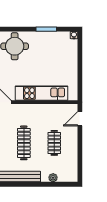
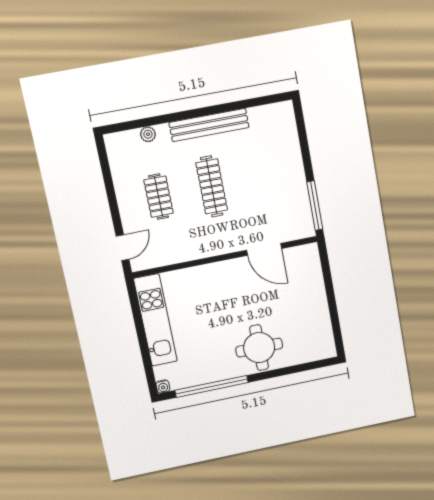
window: (46, 29) -> (212, 386), width x2.11
kitchen unit: (41, 93) -> (155, 320), moved, turned -90

